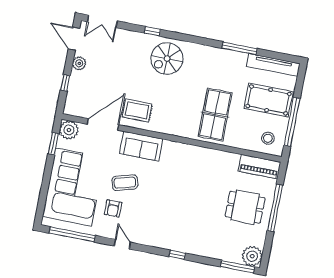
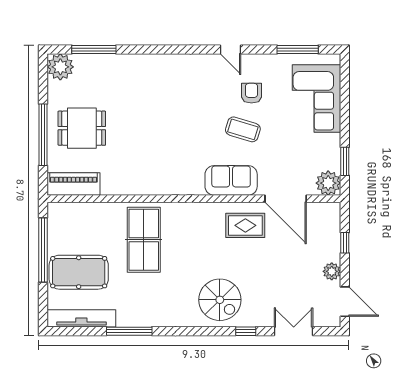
double door: (102, 21) -> (294, 331), moved
spiral stairs: (167, 59) -> (220, 300), turned 90
door: (103, 124) -> (286, 199), hinge flipped
stool: (268, 138) -> (70, 223), removed
coffee table: (125, 183) -> (243, 129), turned 33
corner sofa: (74, 187) -> (316, 99), width x0.73, depth x0.74
window: (72, 234) -> (298, 50), width x0.68
window: (177, 255) -> (157, 50), removed
window: (238, 267) -> (94, 50), moved

